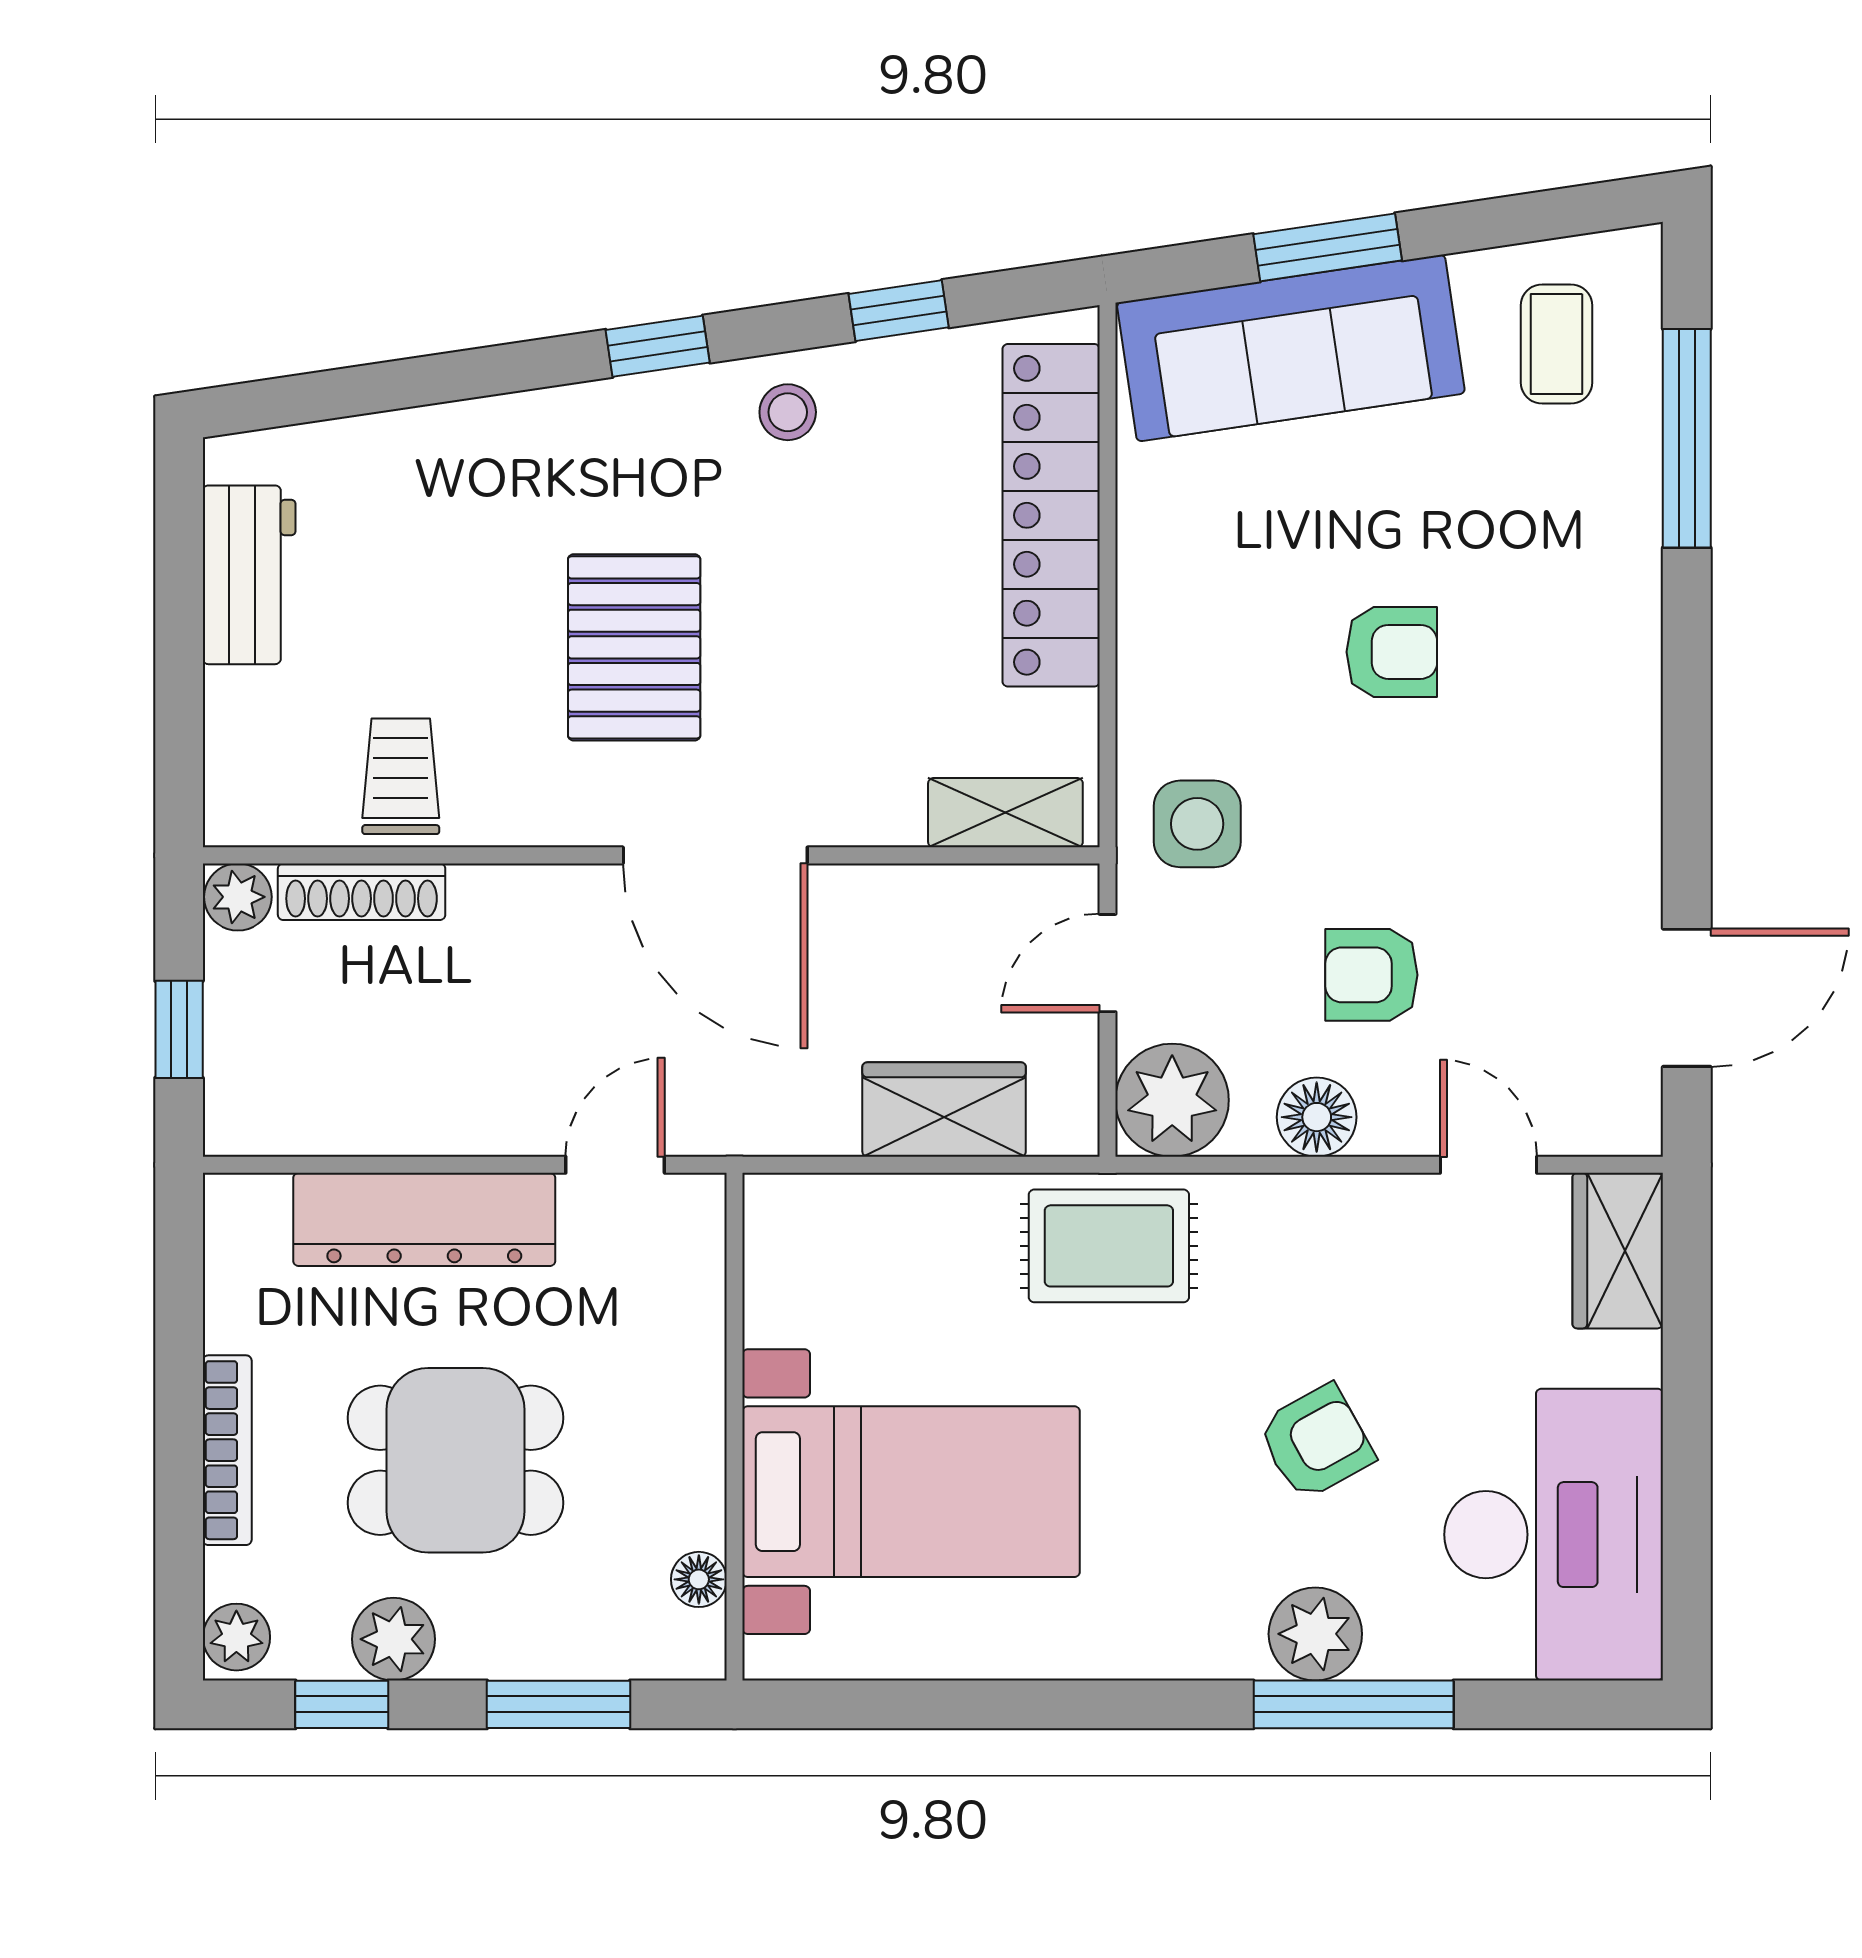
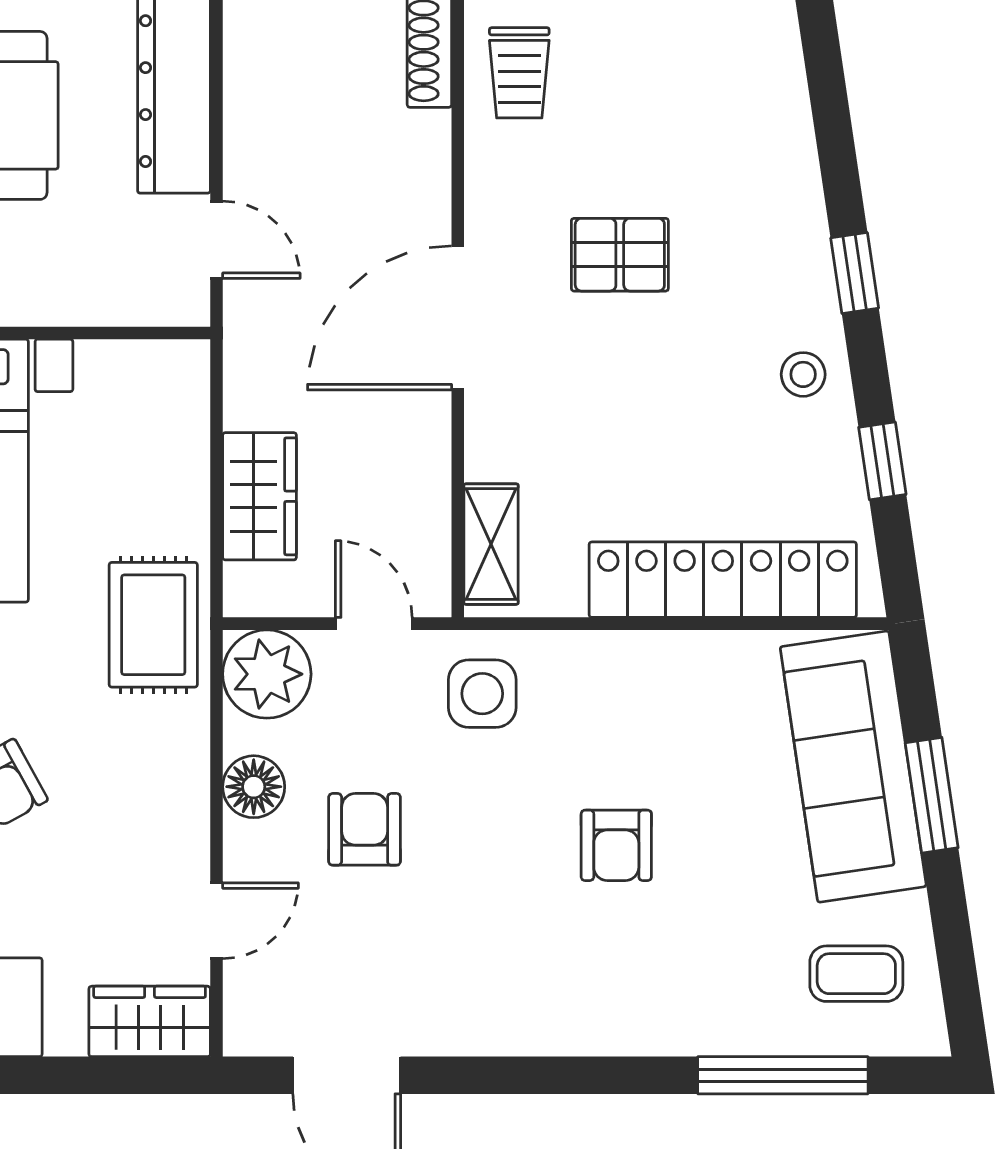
pallet: (634, 647) -> (620, 255), width x0.67, depth x0.71
trolley: (401, 776) -> (519, 73), turned 90

